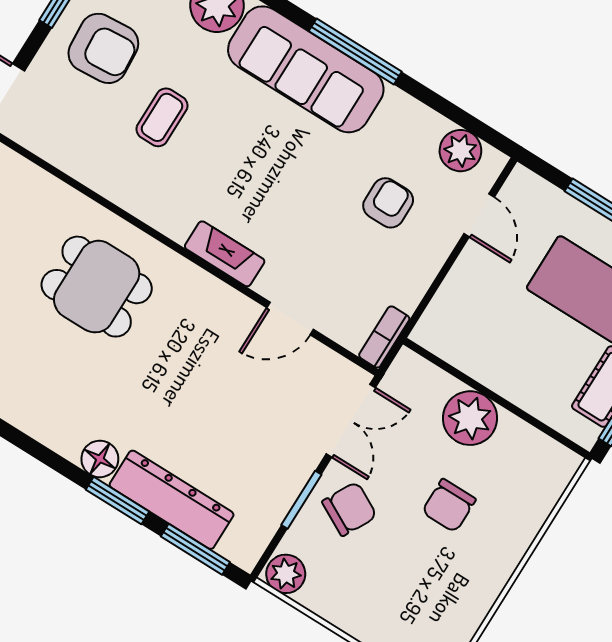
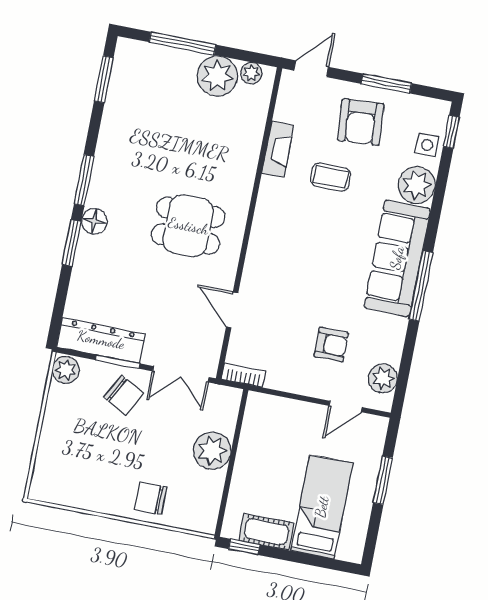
fireplace: (225, 254) -> (278, 150), moved
dining table: (97, 287) -> (188, 226), moved, turned 90
dresser: (172, 500) -> (101, 340), moved, turned -90
chair: (449, 506) -> (151, 498), moved
window: (195, 549) -> (84, 180), moved

